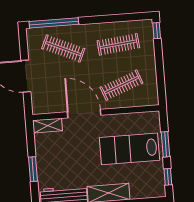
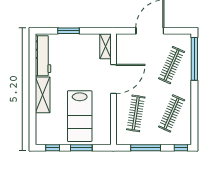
clothes rail: (118, 44) -> (172, 113), turned 30
window: (160, 71) -> (146, 148), added
clothes rail: (121, 85) -> (136, 113), turned 30
lab bench: (129, 149) -> (80, 116), turned 180

